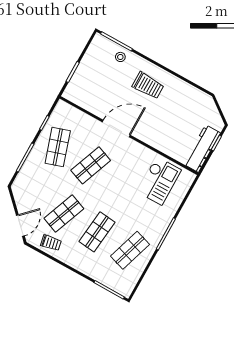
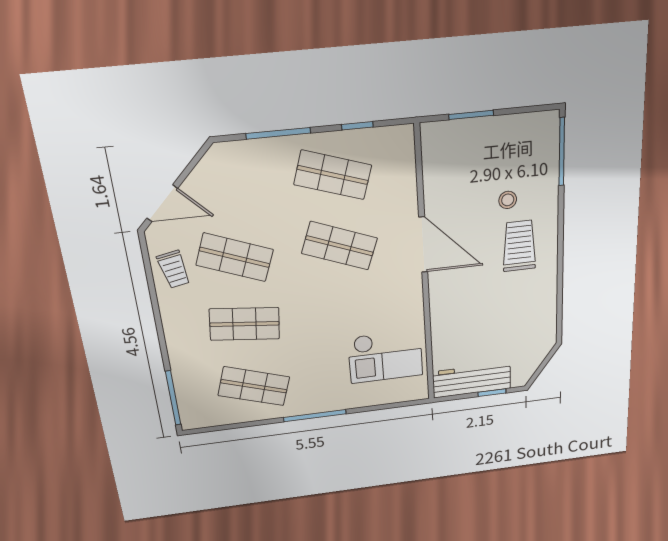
stool: (120, 57) -> (508, 200), moved
trolley: (148, 86) -> (519, 246), turned 180
shop shelf: (58, 147) -> (333, 175), turned 36

